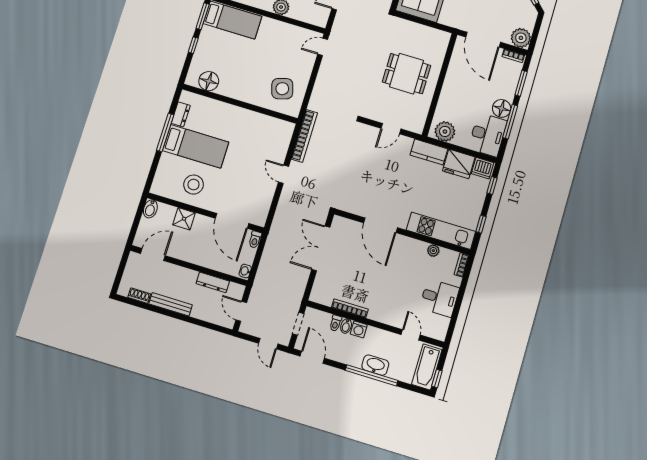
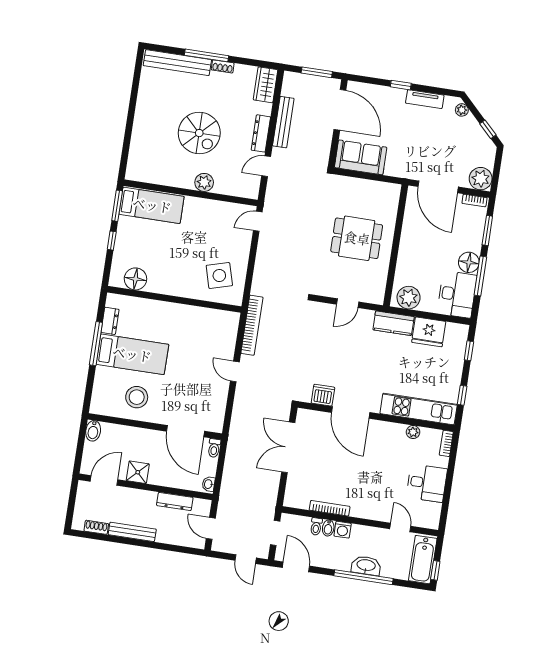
dishwasher: (483, 168) -> (323, 395), moved, turned 180
shower: (184, 219) -> (138, 472), moved

